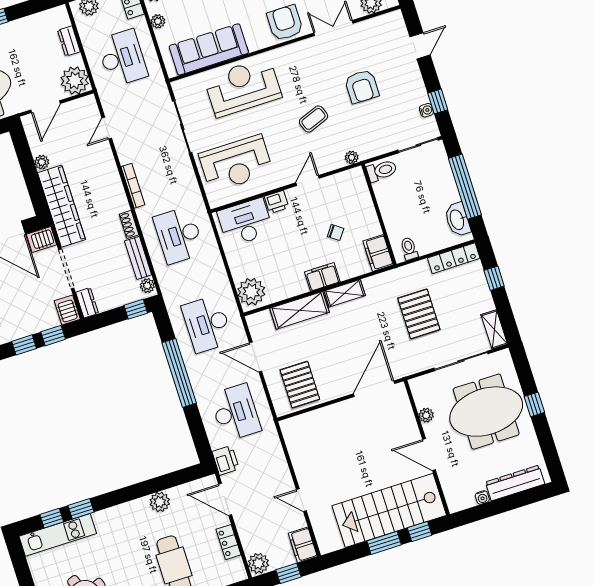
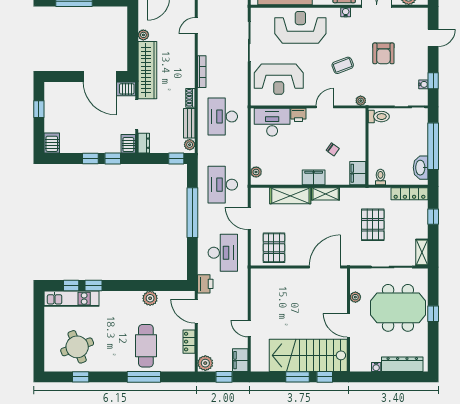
water cooler: (295, 49) -> (346, 12), added
plant: (251, 292) -> (256, 172), width x0.53, depth x0.53

